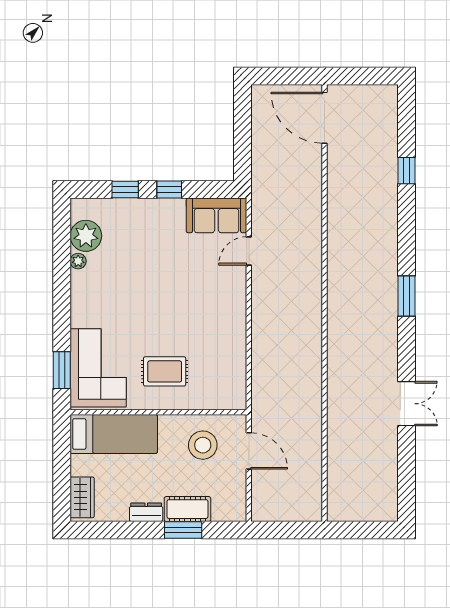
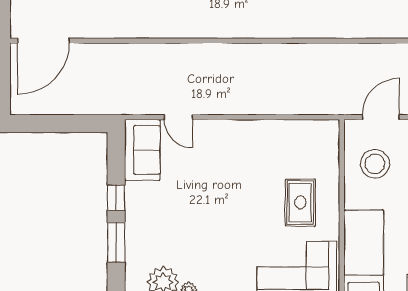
window: (125, 190) -> (116, 242), width x1.50

